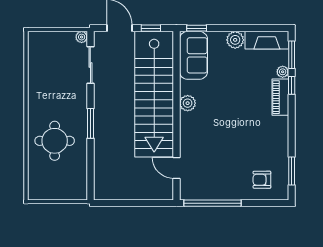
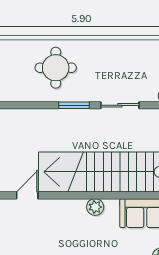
sliding door: (90, 65) -> (120, 105), moved

